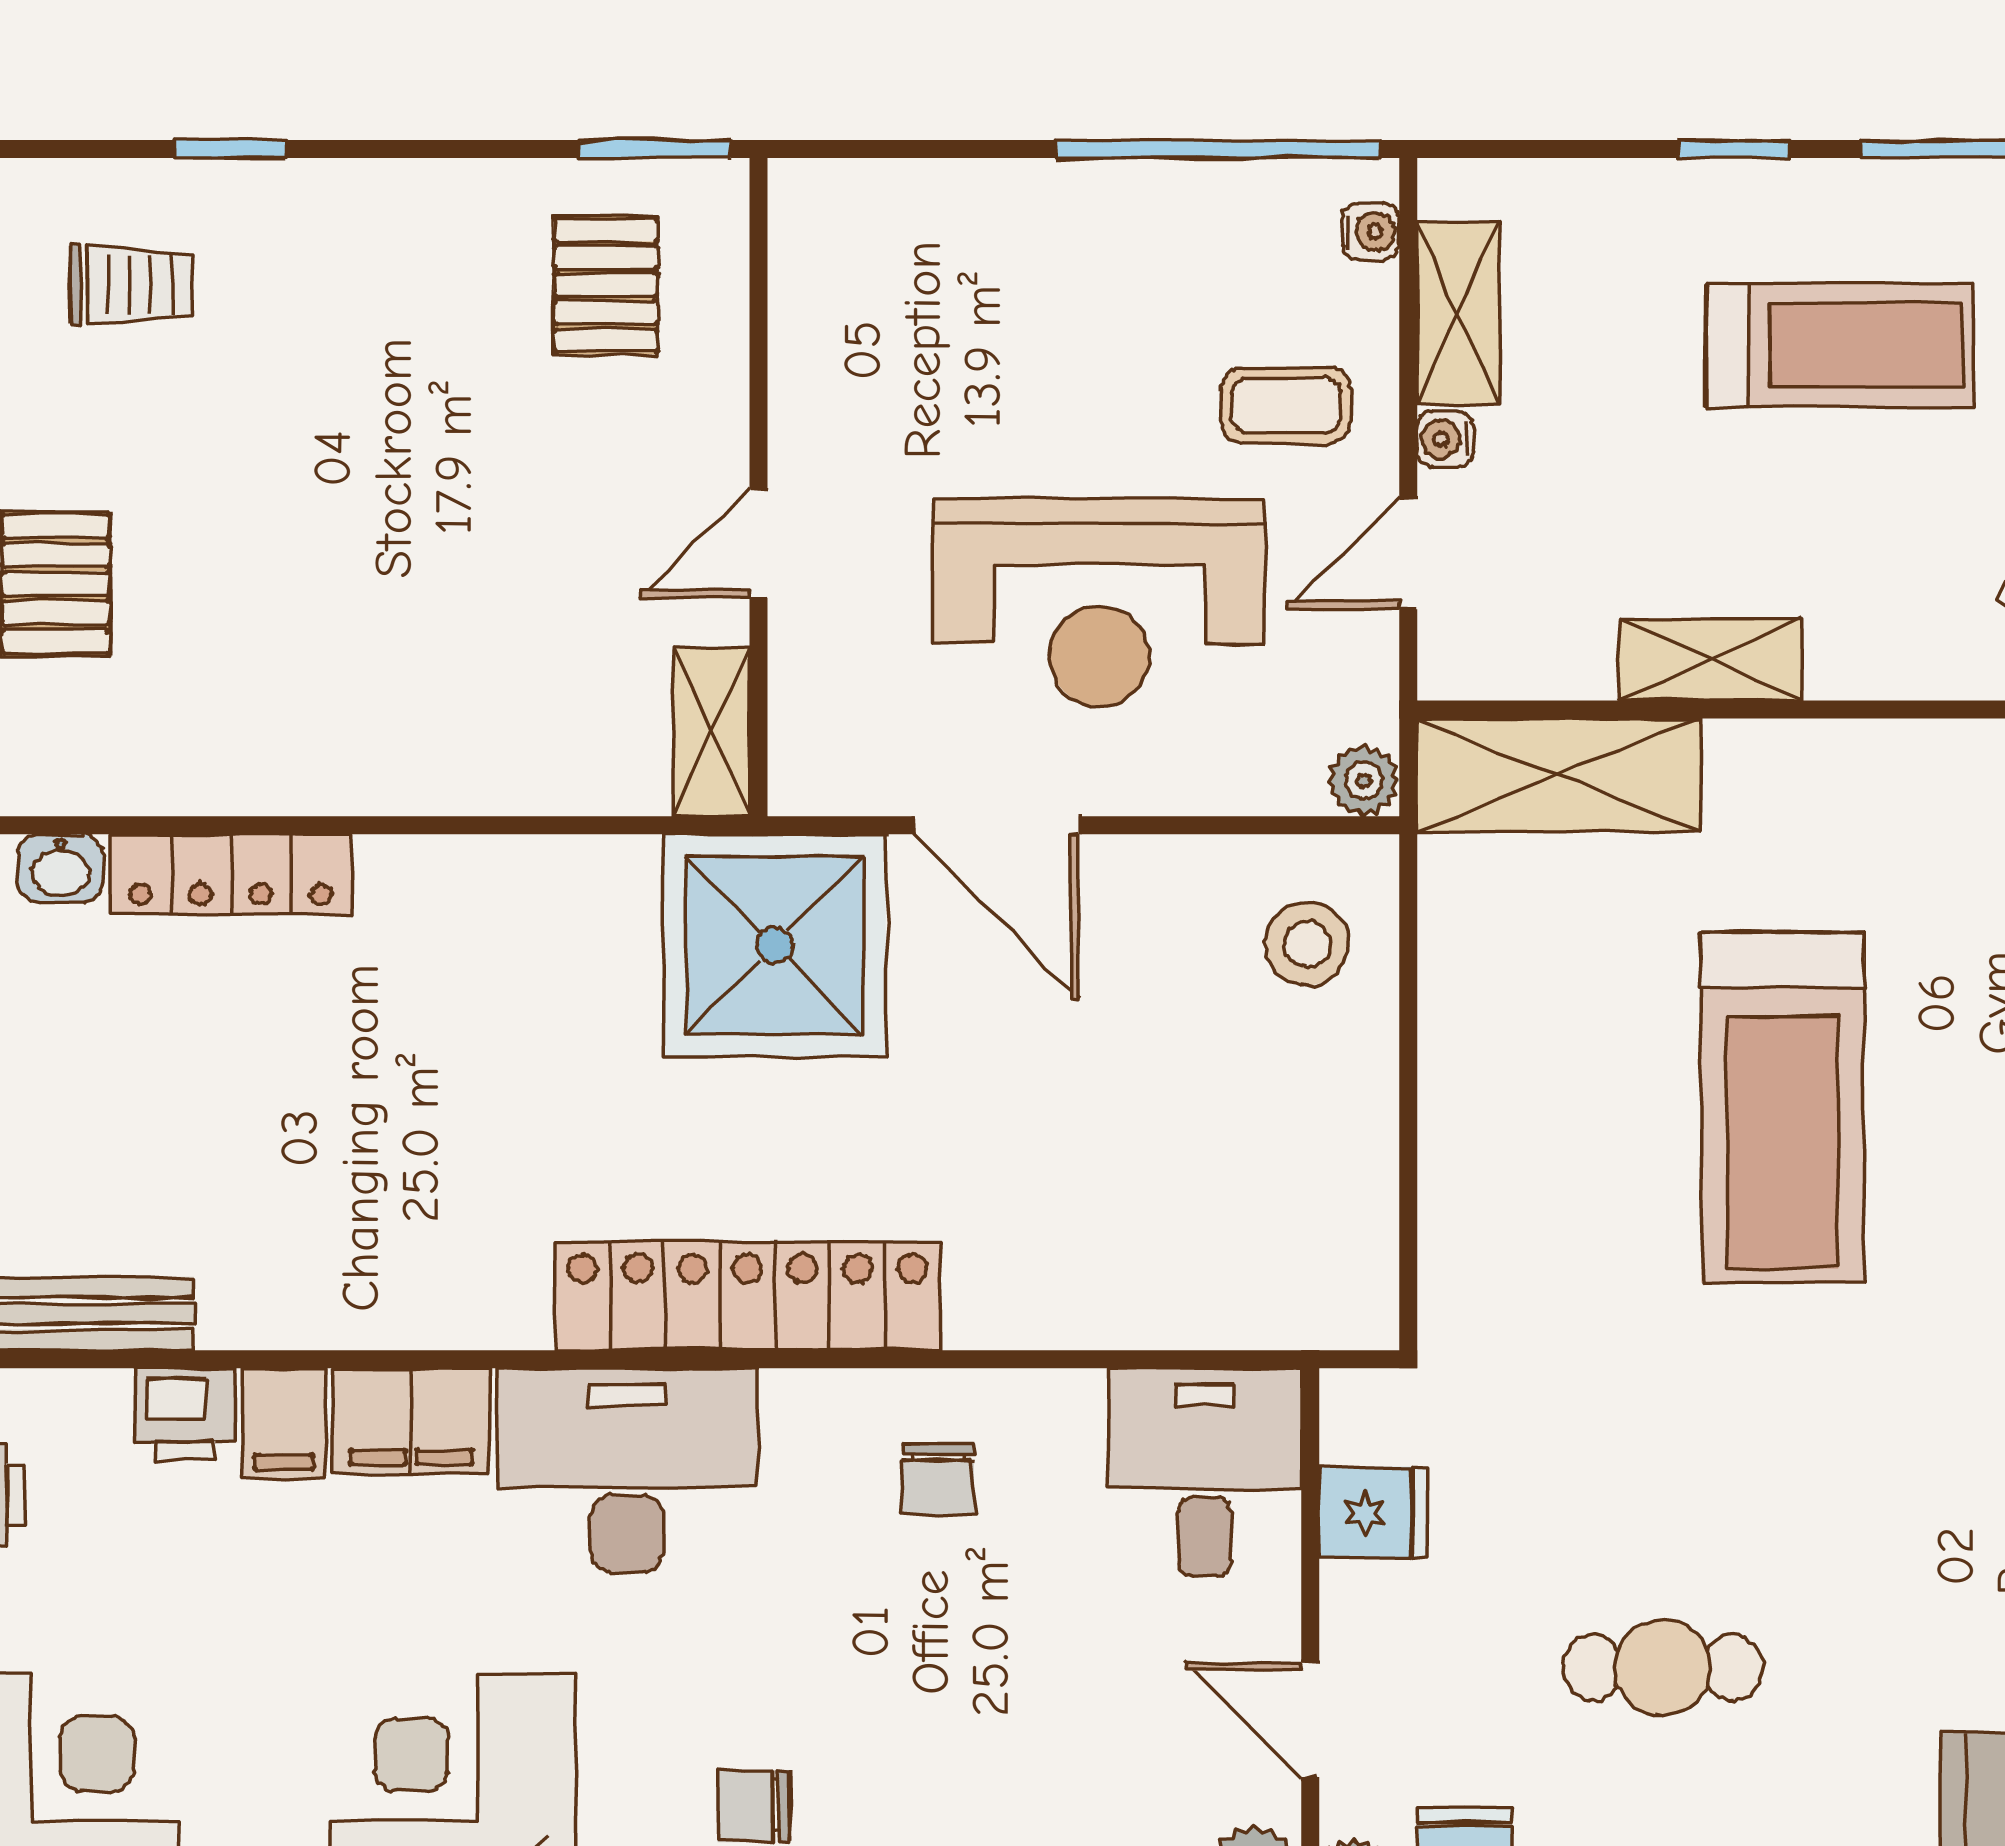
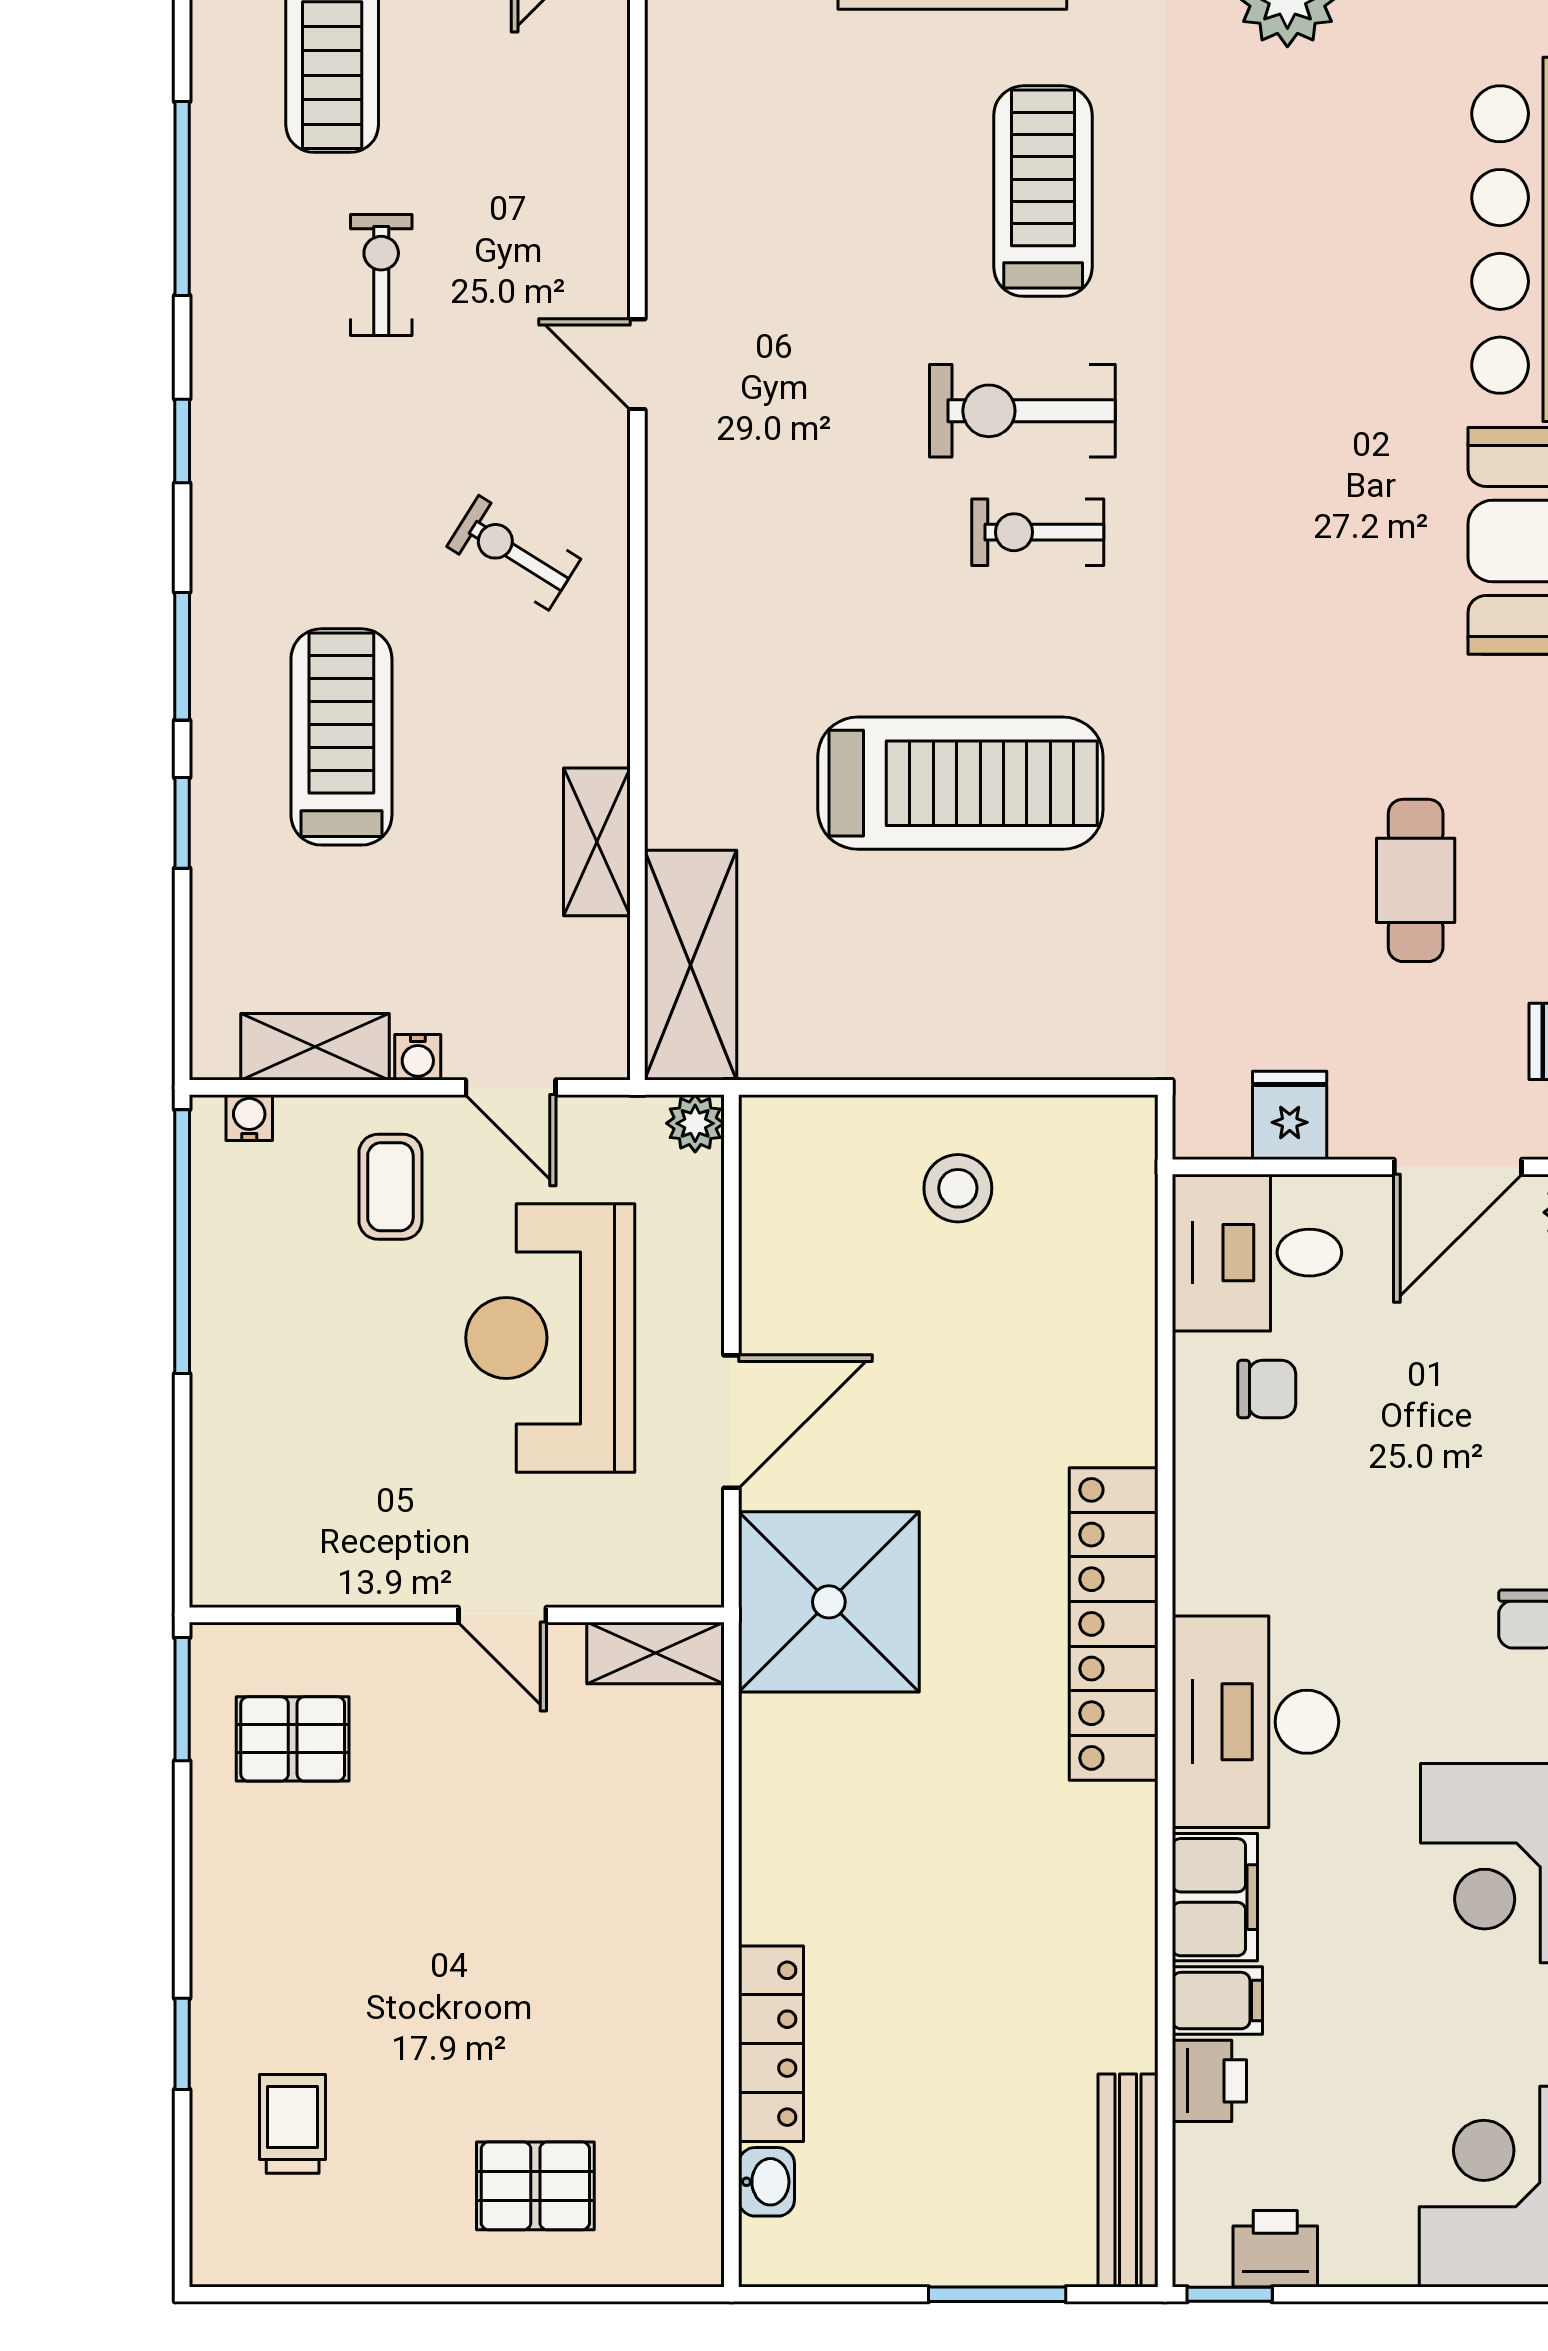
reception desk: (1100, 602) -> (550, 1338), turned 180
stool: (1307, 944) -> (958, 1188), moved
chair: (938, 1479) -> (1267, 1389), moved
door: (1310, 1720) -> (1458, 1167), width x1.38

